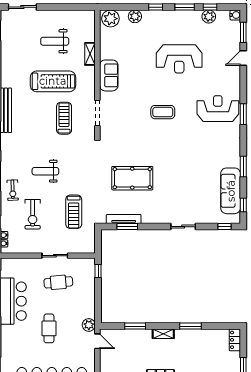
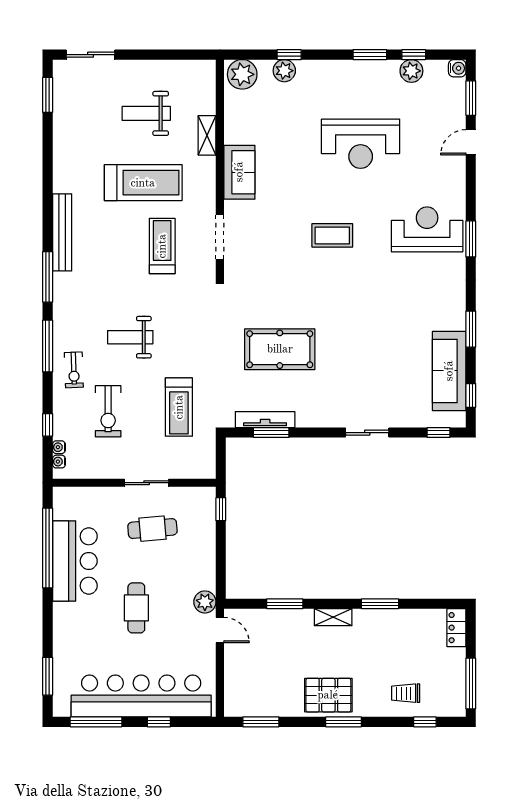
window: (156, 7) -> (289, 55), moved

